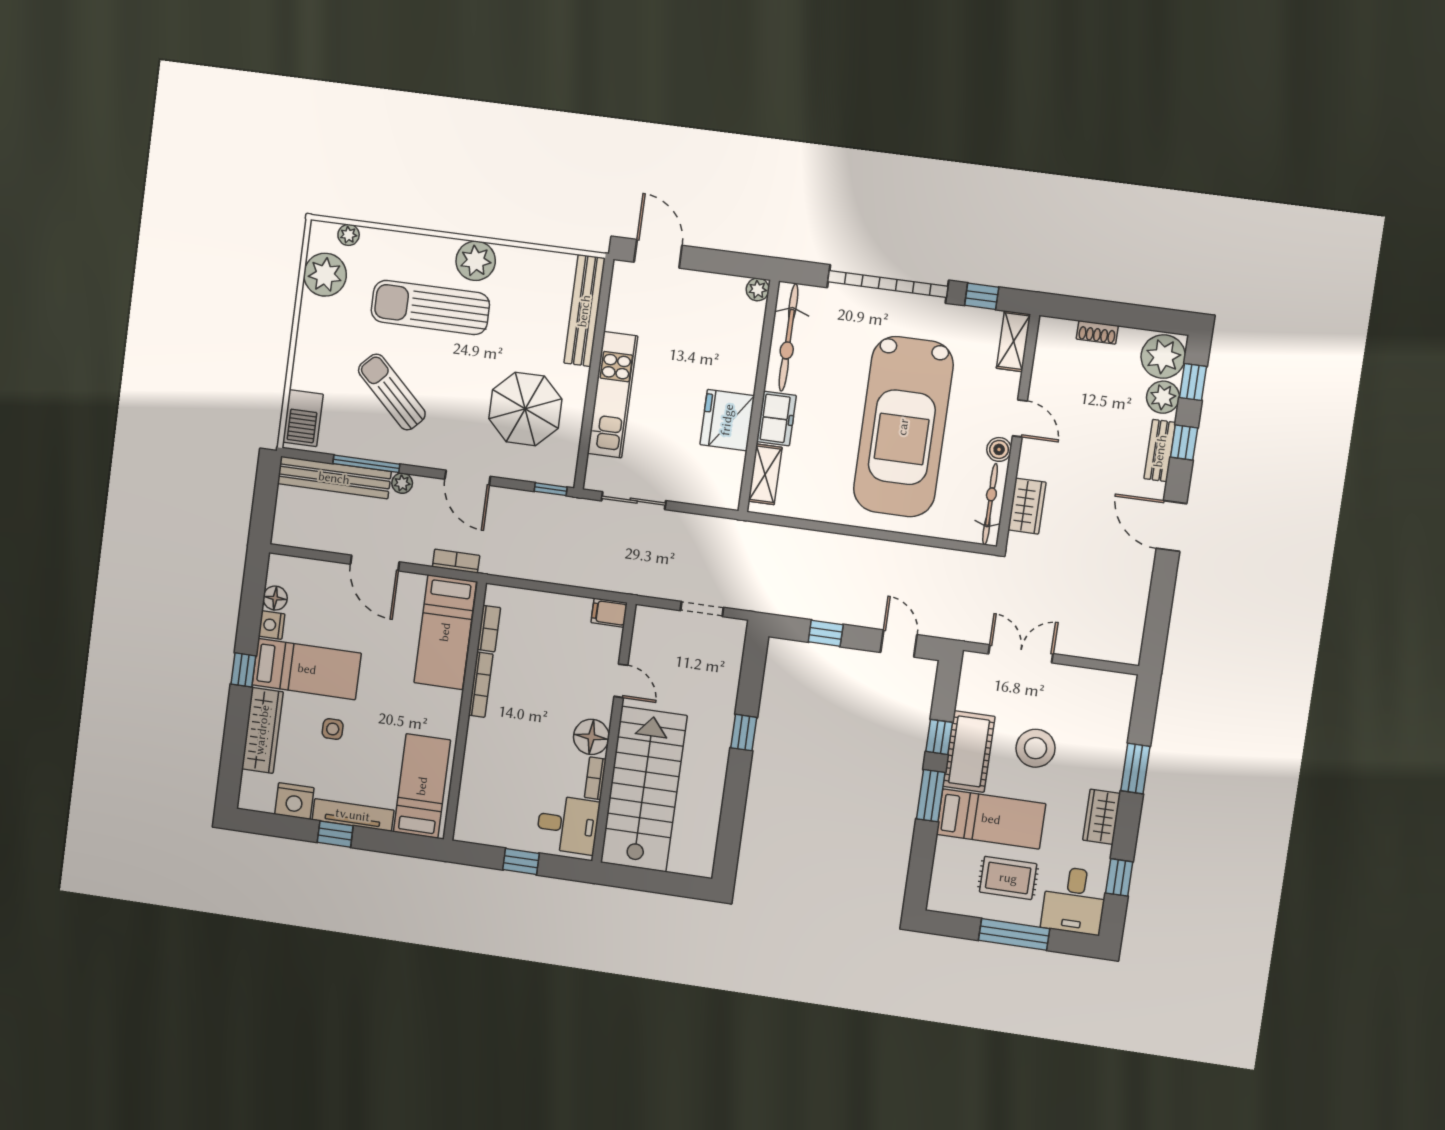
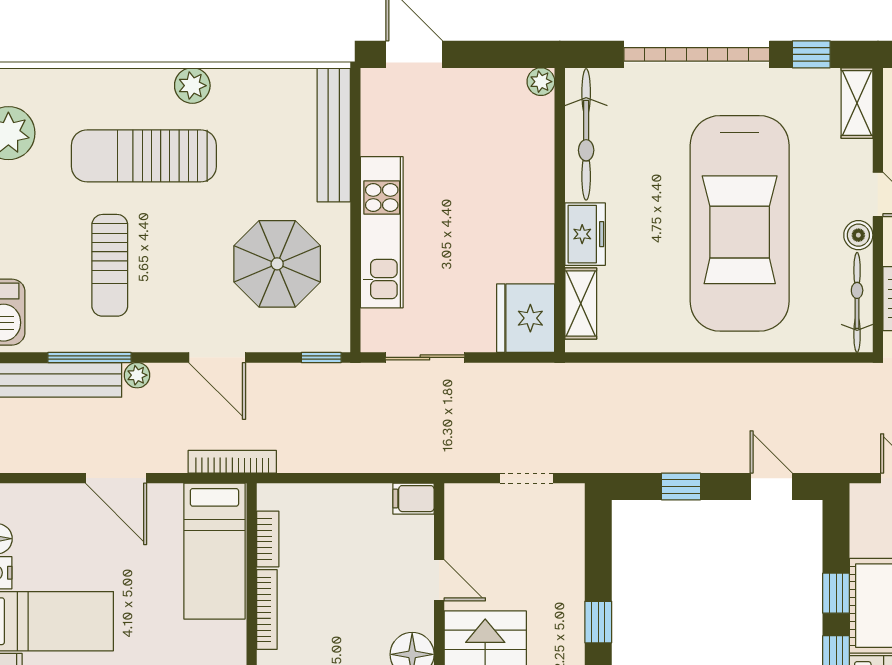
plant: (349, 235) -> (31, 81), removed
plant: (476, 261) -> (192, 86), width x0.73, depth x0.73
sun lounger: (392, 392) -> (110, 265), turned -134
fridge: (727, 420) -> (526, 318), moved
bookcase: (456, 561) -> (232, 462), width x1.56

